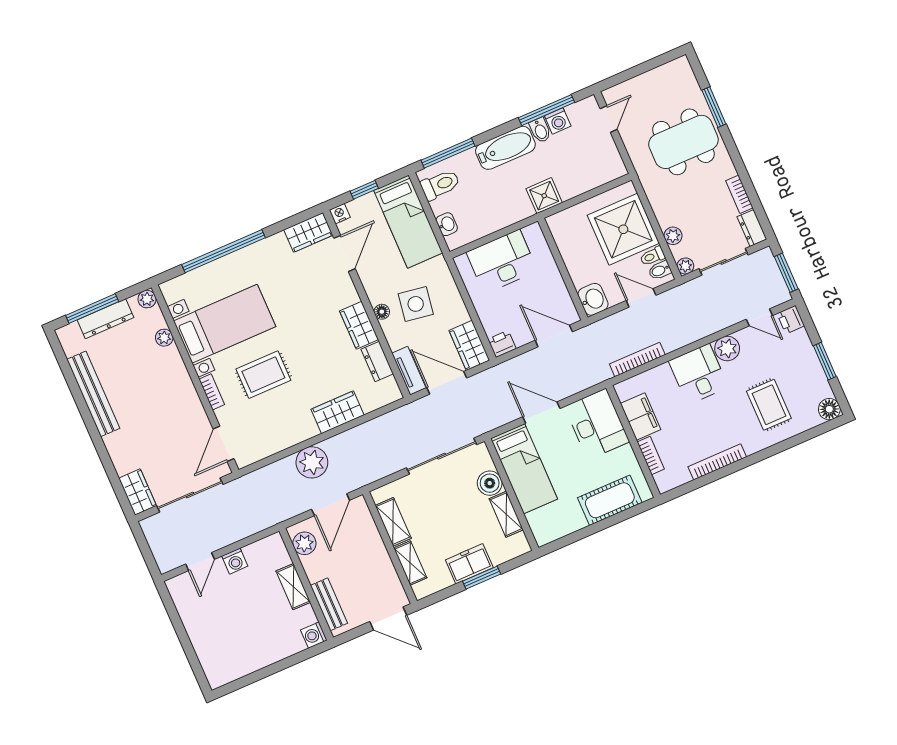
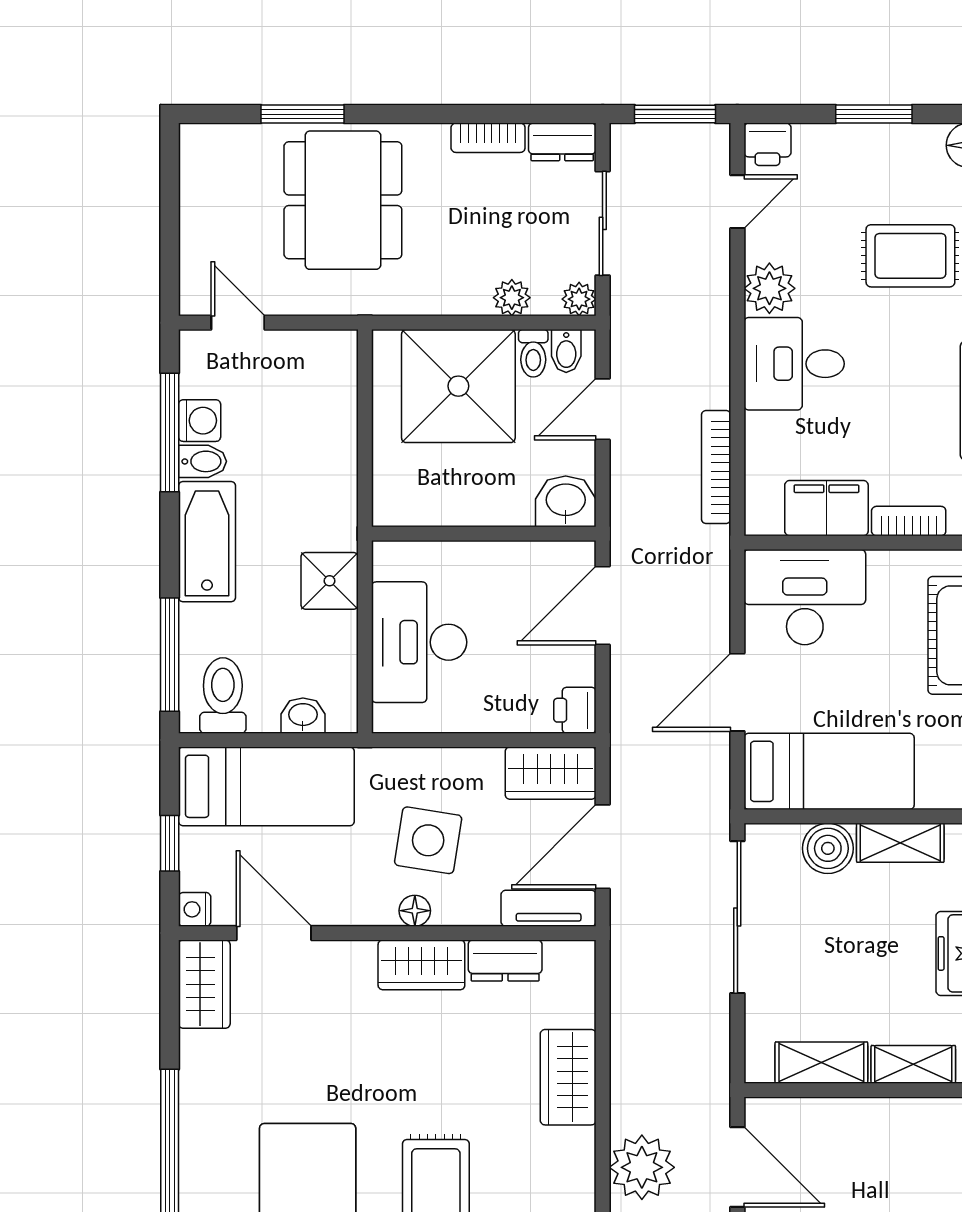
shower: (544, 196) -> (330, 581), moved

